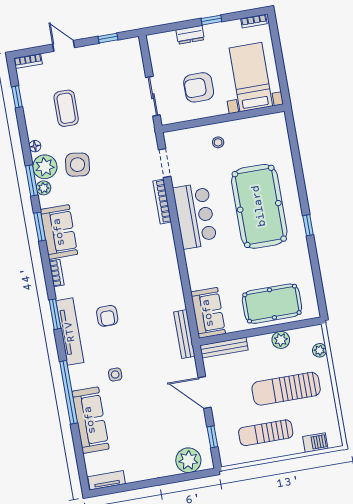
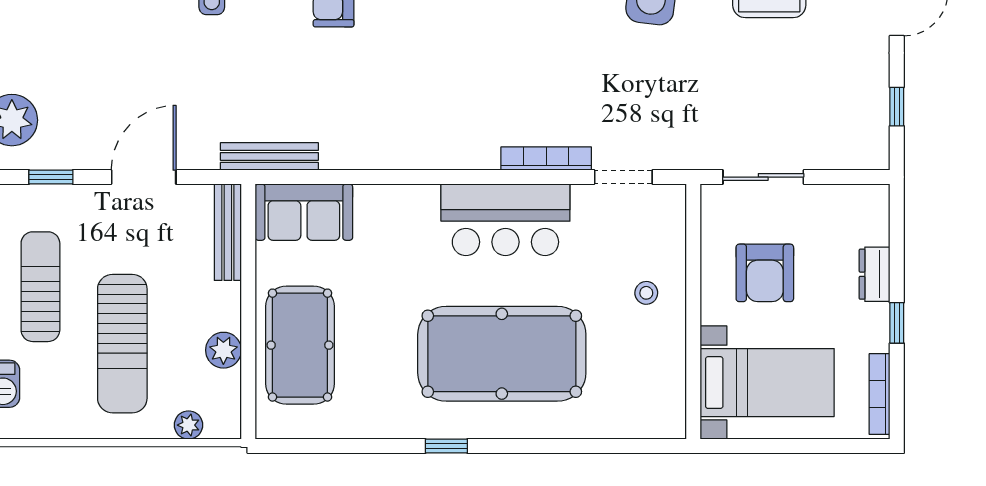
bookcase: (254, 21) -> (880, 394), width x1.56
armchair: (199, 87) -> (765, 273), turned 180
sun lounger: (286, 389) -> (122, 344), turned 180

